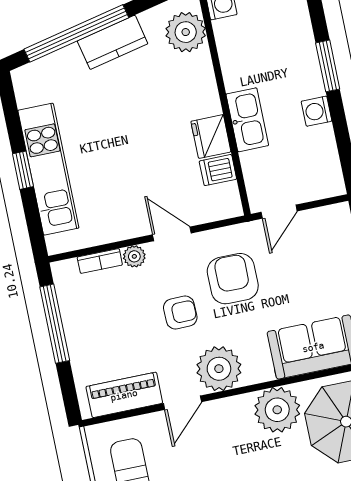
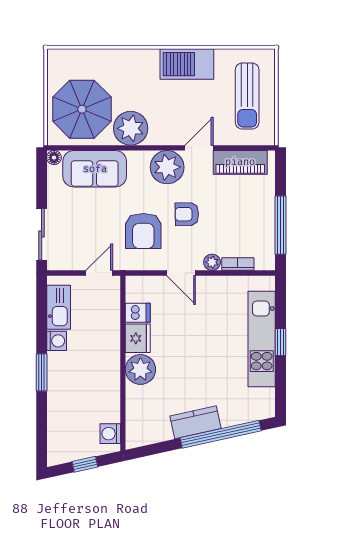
plant: (186, 32) -> (140, 369), moved
kitchen sink: (247, 120) -> (59, 307), moved, turned 180

